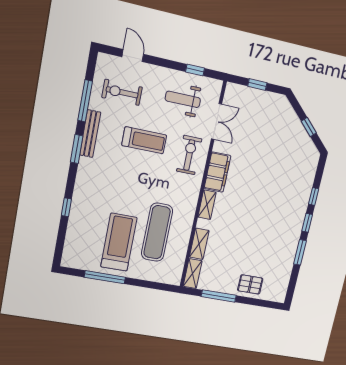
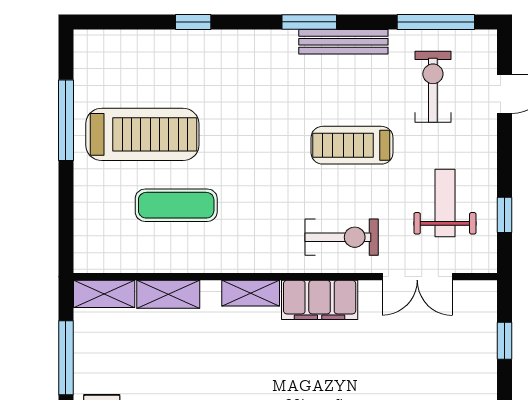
window: (85, 101) -> (436, 22), moved
treadmill: (144, 140) -> (352, 145), turned 90
exercise mat: (157, 232) -> (176, 205), width x0.73, depth x0.69

